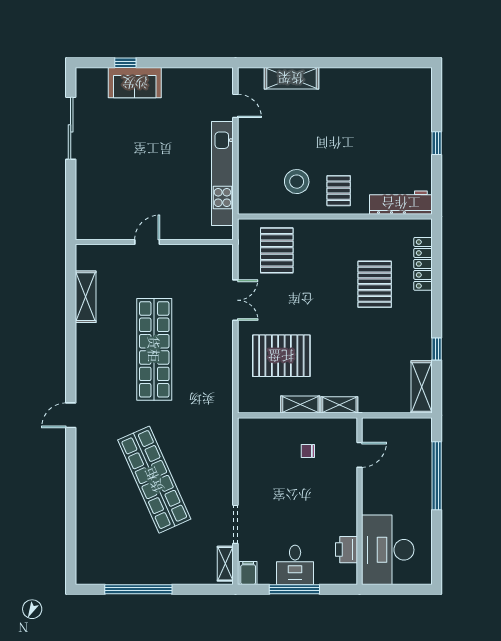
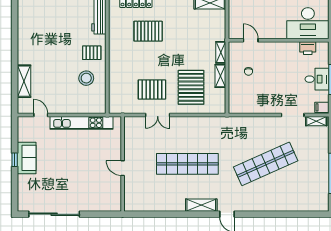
window: (125, 63) -> (15, 160), moved
sofa: (135, 83) -> (27, 158), moved
door: (235, 106) -> (41, 115), hinge flipped
sliding door: (71, 128) -> (54, 214), width x1.36
pallet: (277, 250) -> (152, 89), moved
shelving: (86, 297) -> (201, 205), moved
double door: (235, 300) -> (158, 115), swing flipped

